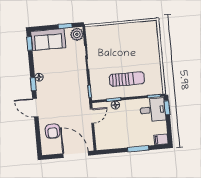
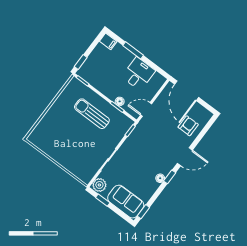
door: (35, 108) -> (185, 157), hinge flipped
desk: (153, 110) -> (138, 74), moved, turned 90

